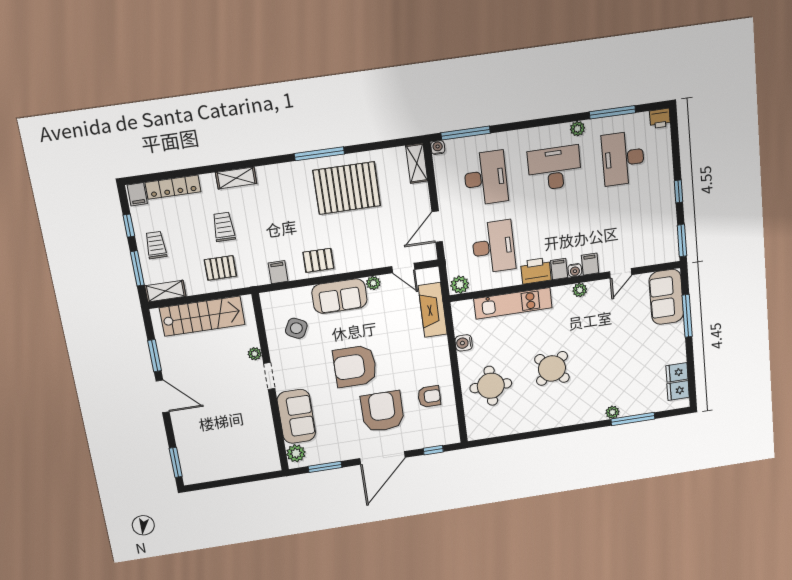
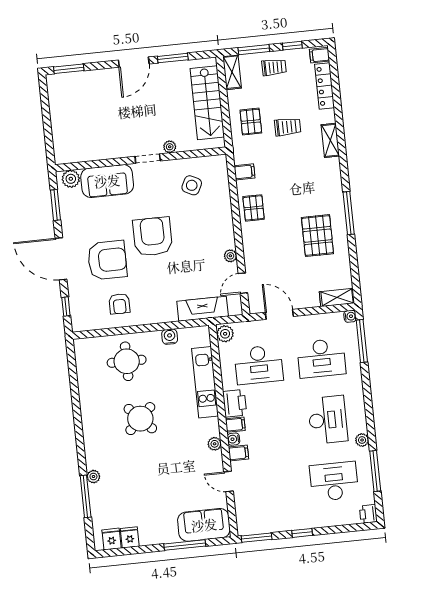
pallet: (347, 188) -> (317, 236), width x0.73, depth x0.71
sofa: (339, 296) -> (220, 225), removed

